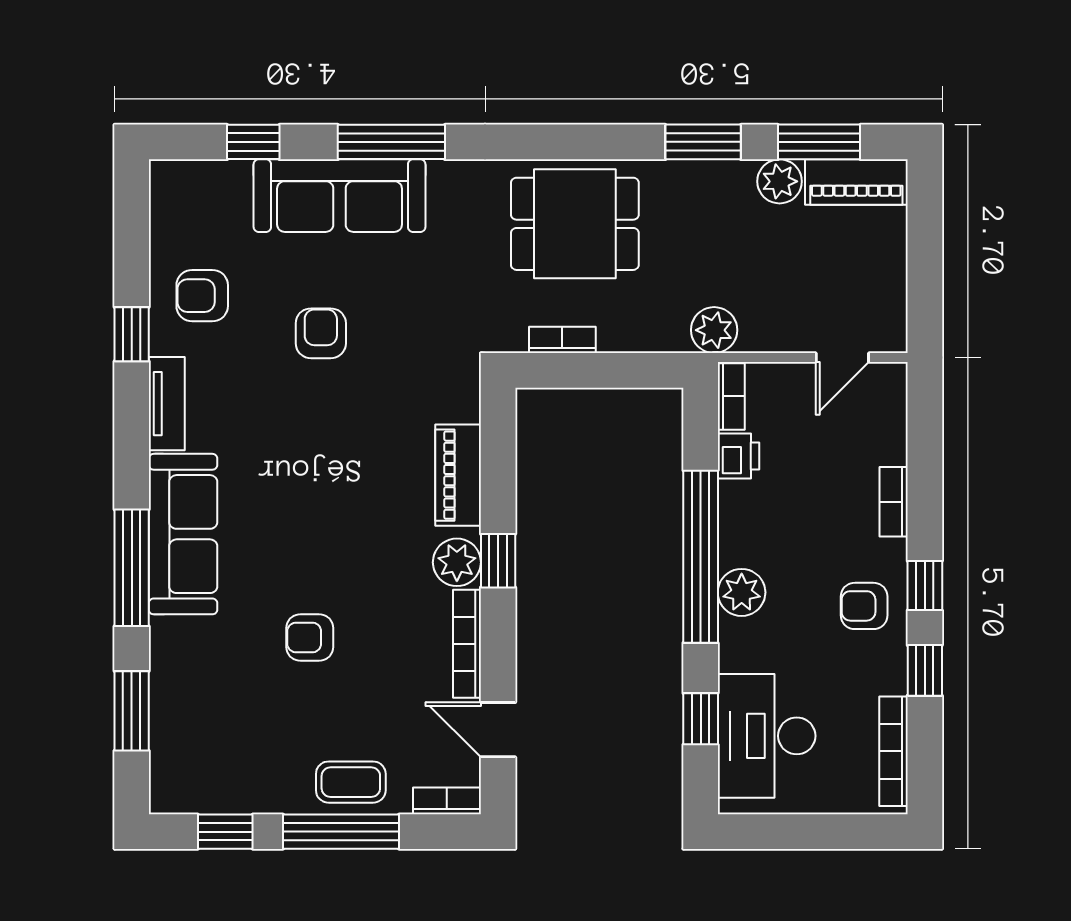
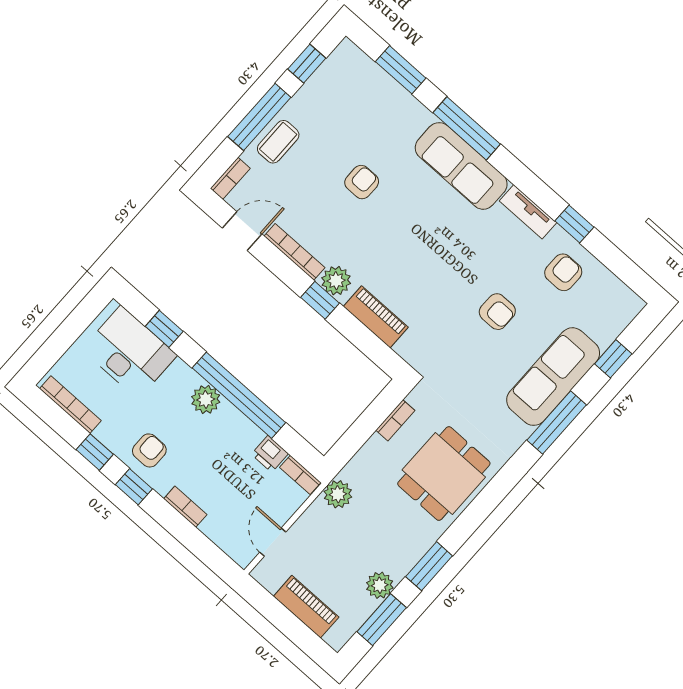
piano: (856, 182) -> (306, 607), moved, turned 90

